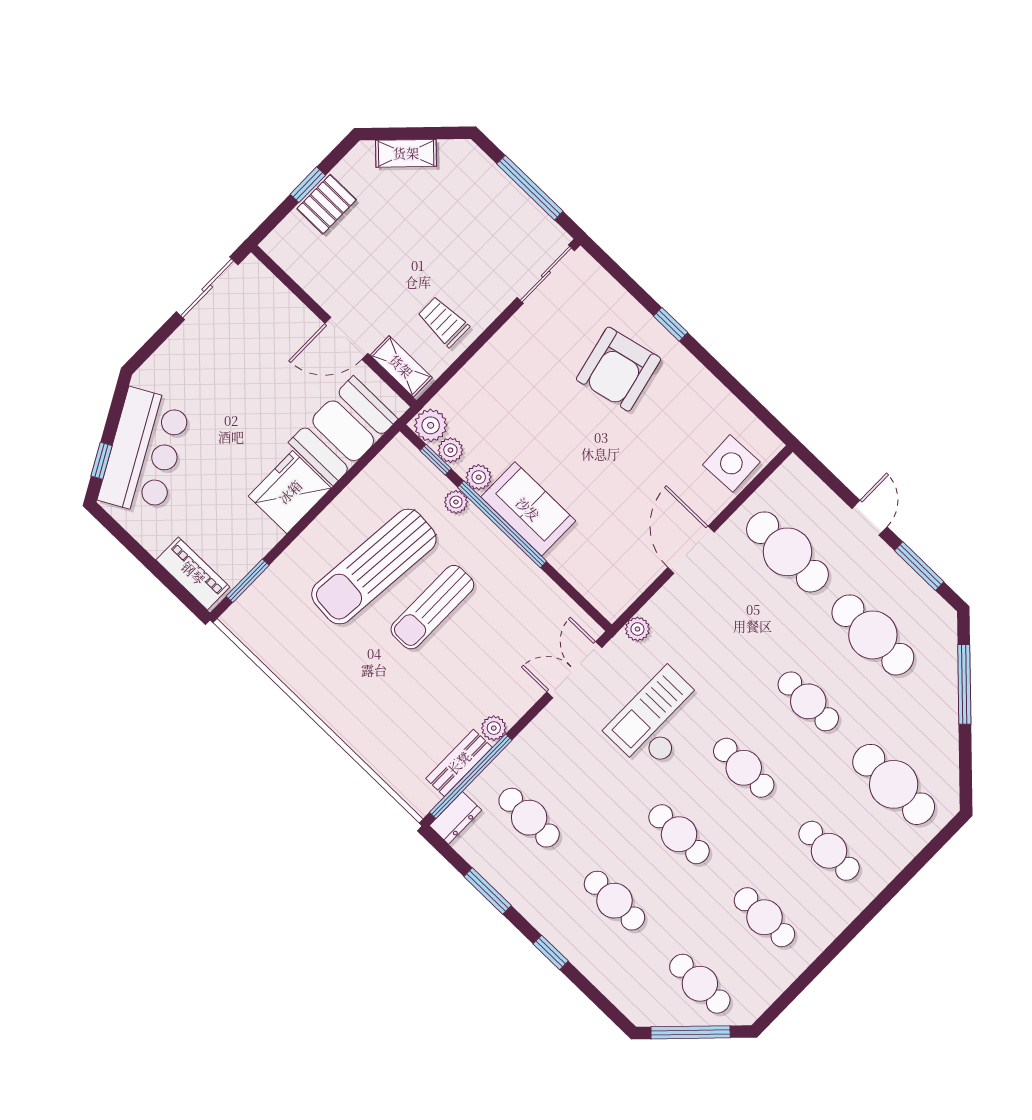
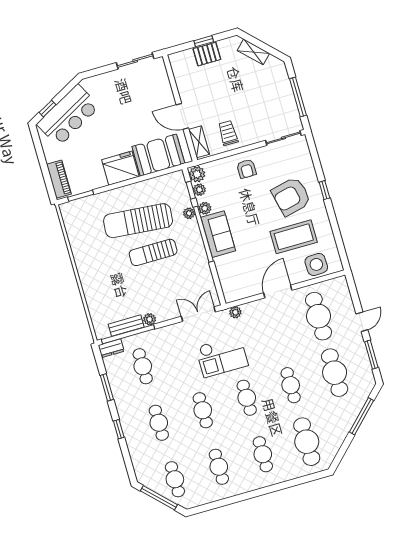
armchair: (512, 366) -> (246, 169), added
coffee table: (664, 438) -> (294, 237), added
checkout: (658, 720) -> (222, 356), turned 180

